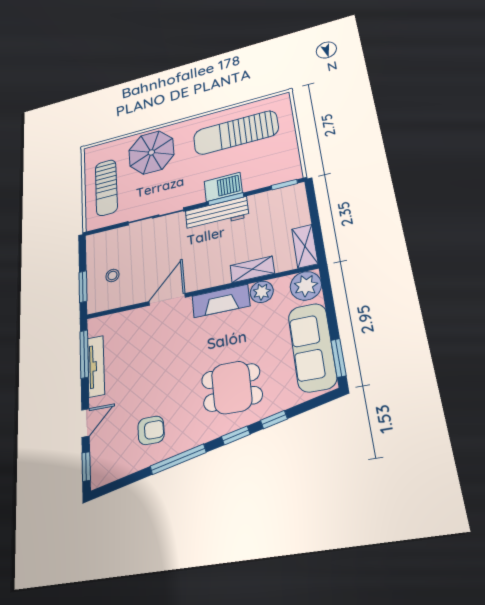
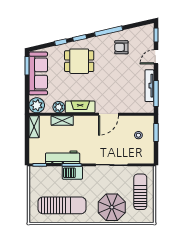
workbench: (217, 214) -> (63, 157), moved

